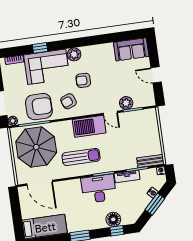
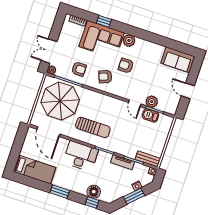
armchair: (39, 107) -> (79, 69), width x0.53, depth x0.53
barbecue: (89, 126) -> (150, 115), moved, width x0.53, depth x0.65
desk: (99, 189) -> (81, 156), moved

